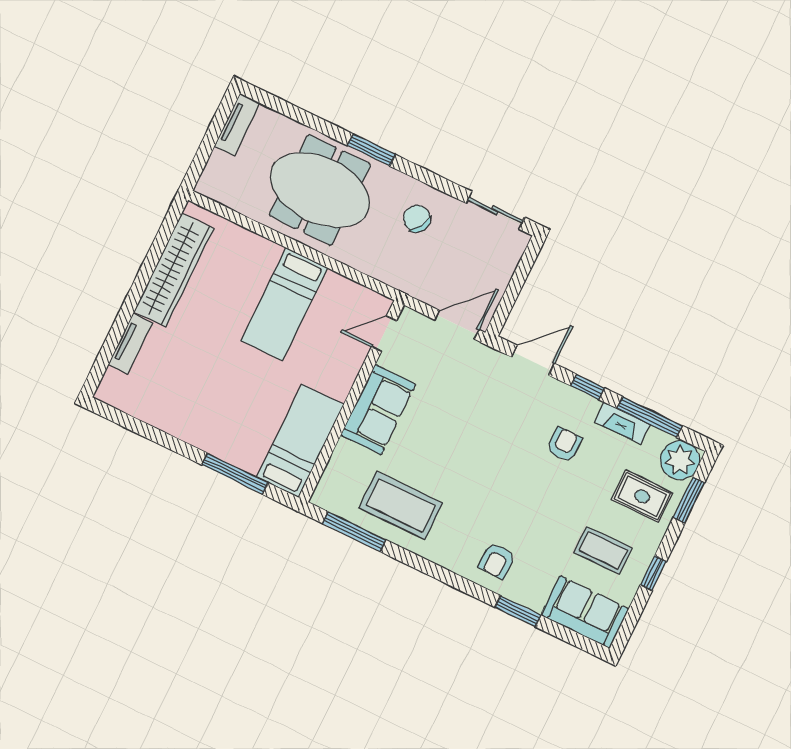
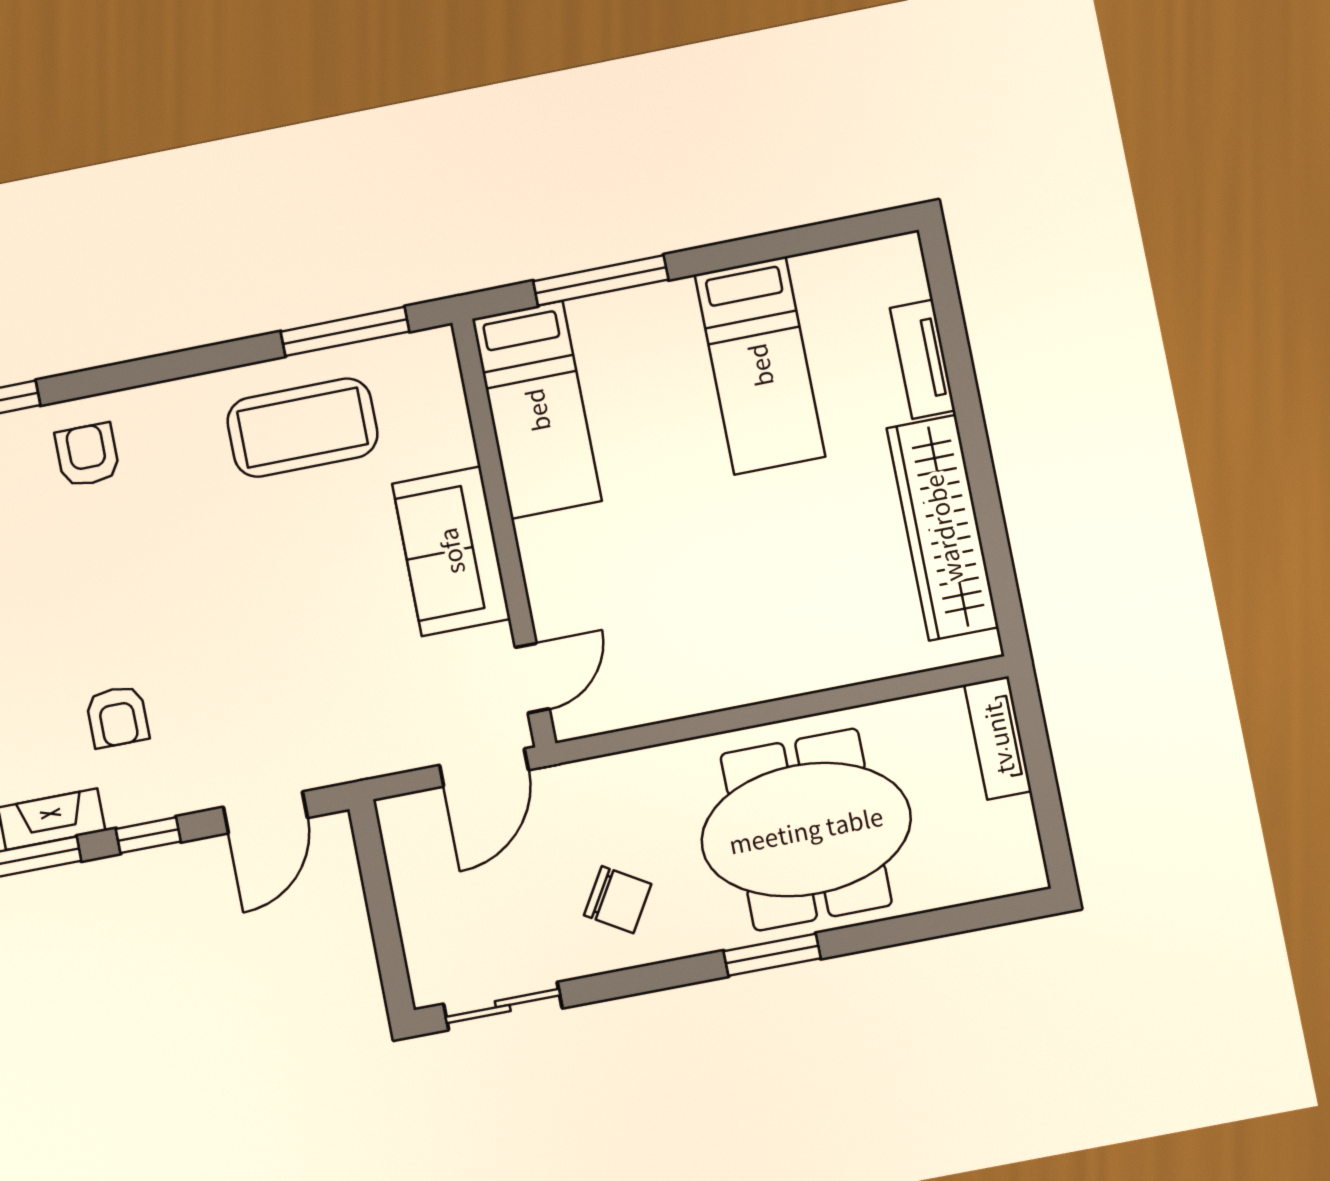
tv unit: (237, 125) -> (998, 738), moved
bed: (284, 304) -> (760, 365), moved, turned 180
door: (457, 325) -> (484, 768), moved

